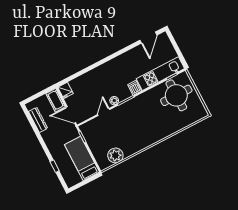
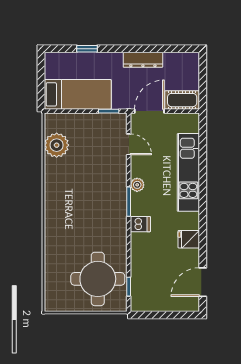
door: (148, 38) -> (203, 282), hinge flipped
kitchen unit: (160, 74) -> (188, 172), moved, turned 180
fridge: (65, 90) -> (189, 239), moved
door: (104, 112) -> (129, 144), moved
dresser: (38, 120) -> (143, 60), moved

